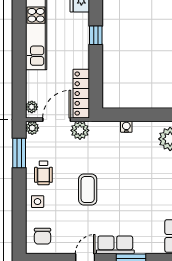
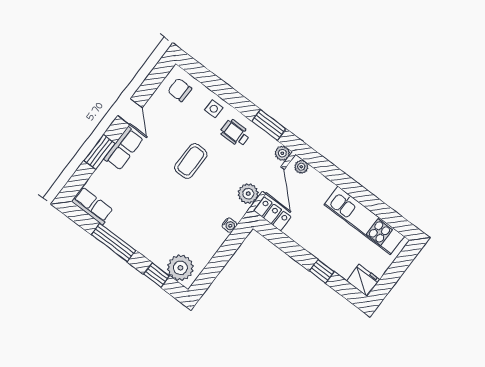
locker: (81, 94) -> (272, 214), width x0.66
water cooler: (126, 127) -> (229, 225), moved
coffee table: (88, 190) -> (191, 161), turned 90

